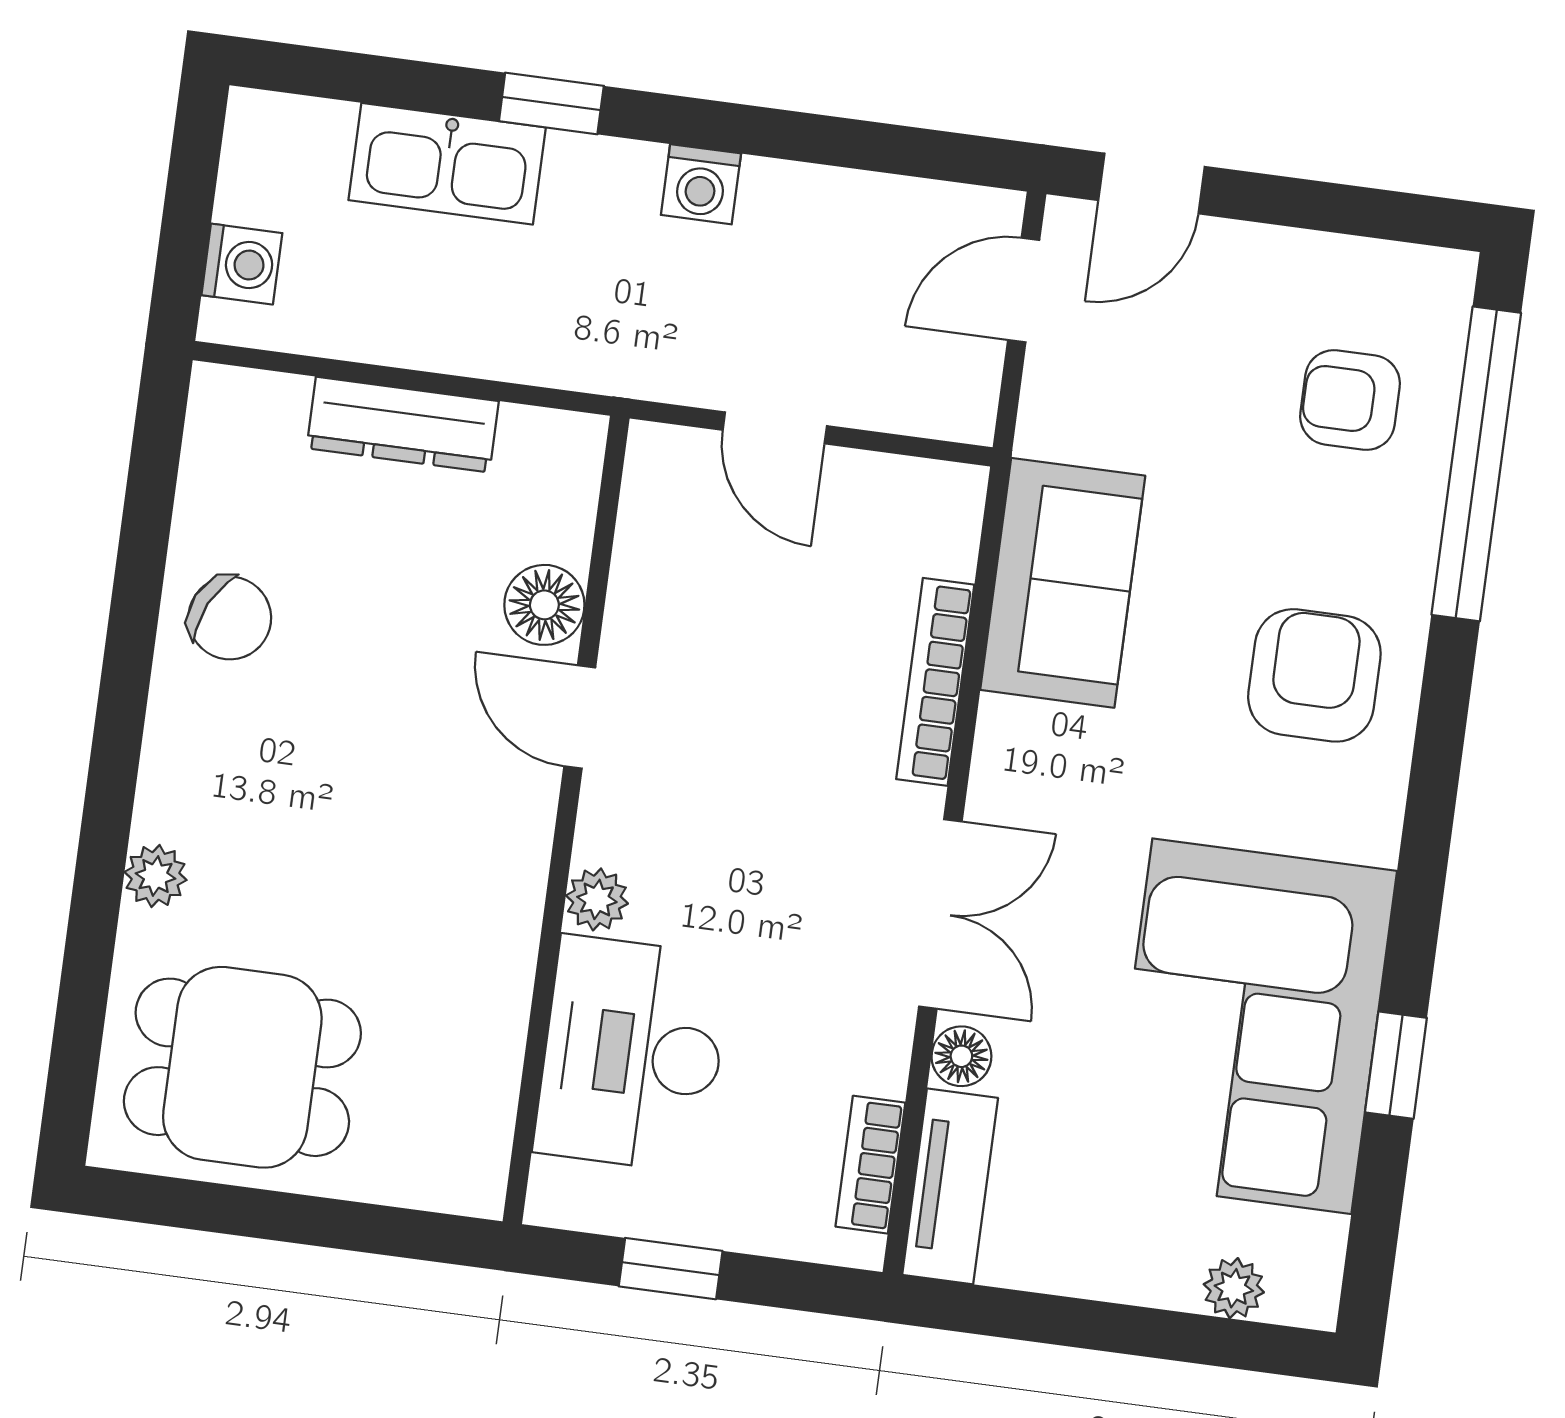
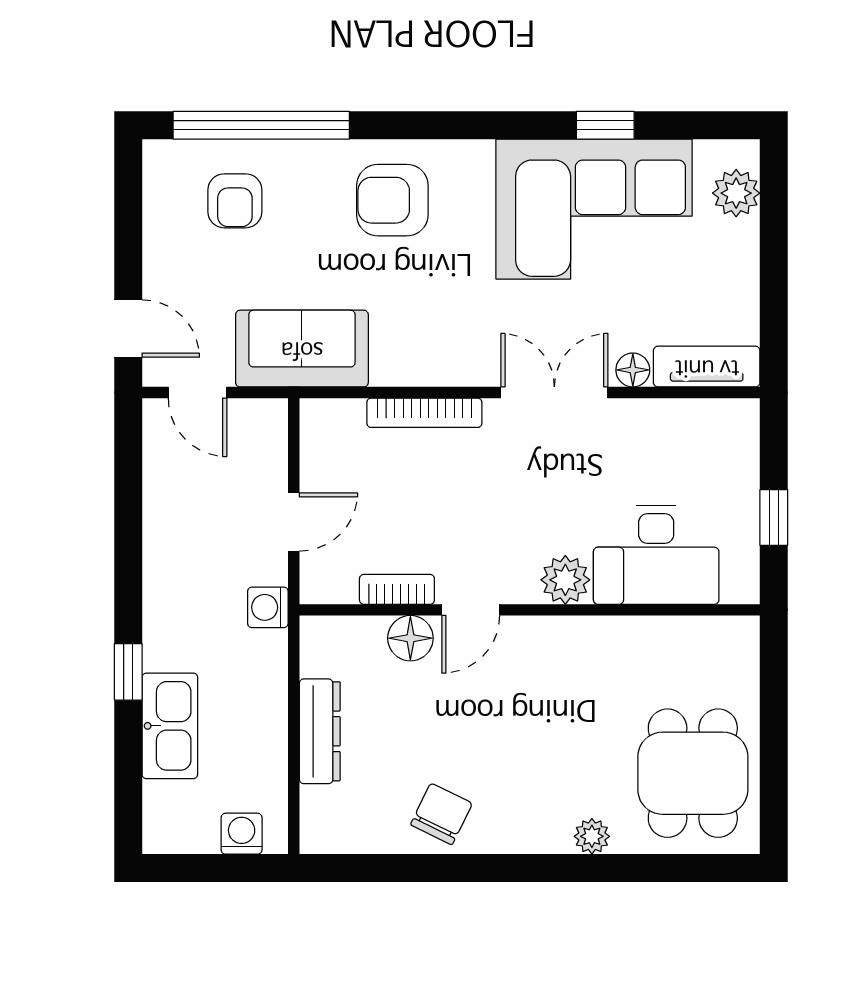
washing machine: (701, 184) -> (268, 607), moved, turned 180
sofa: (1063, 583) -> (302, 349), moved
plant: (597, 899) -> (565, 580), width x1.38, depth x1.38
bookcase: (870, 1165) -> (397, 589), moved, turned 180
plant: (1234, 1288) -> (736, 193), width x1.38, depth x1.38

